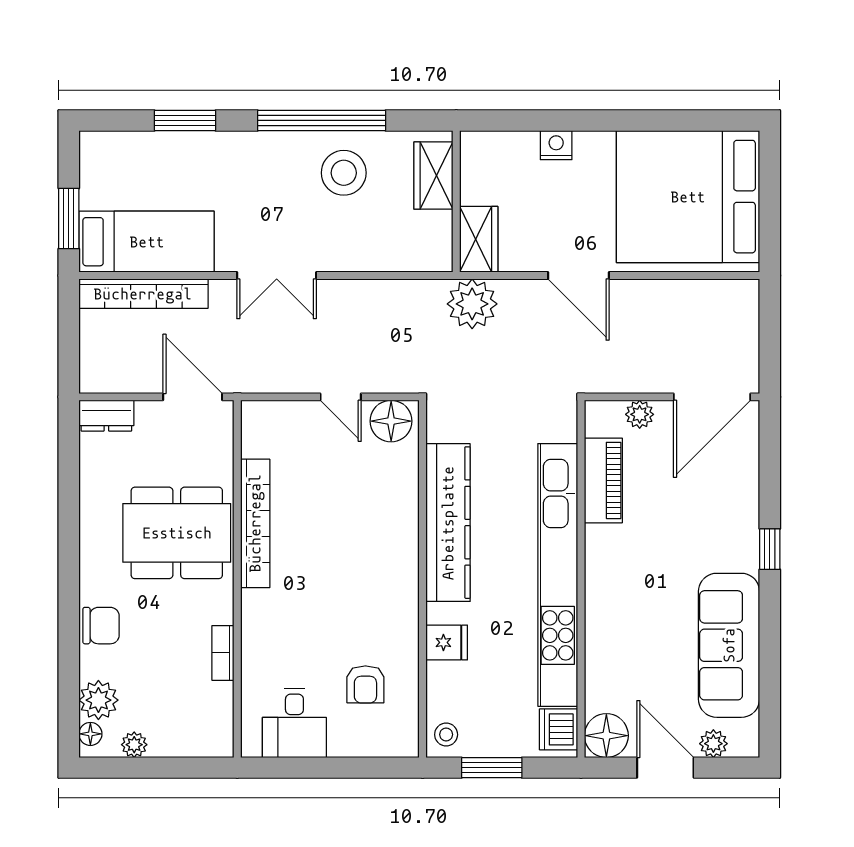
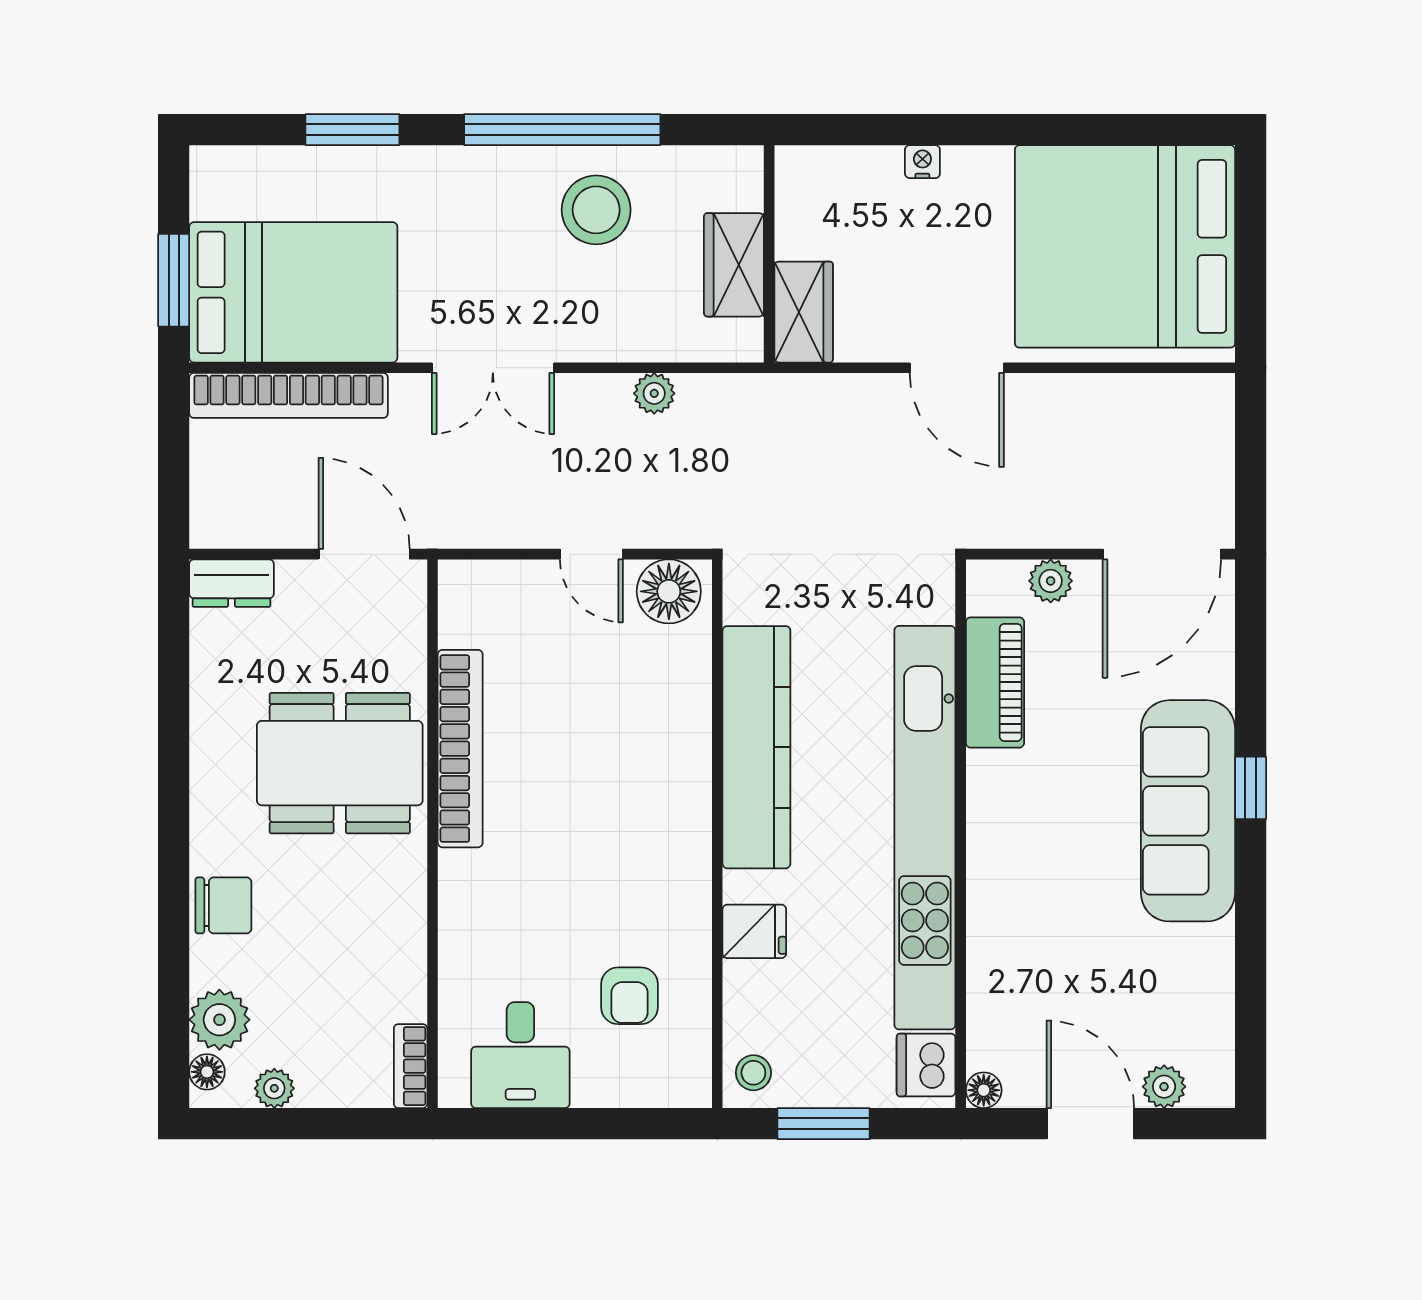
nightstand: (556, 145) -> (922, 162), width x0.72, depth x0.74
wardrobe: (433, 176) -> (734, 265), moved
bed: (147, 242) -> (293, 292), width x1.50
plant: (472, 304) -> (654, 393), moved, width x0.53, depth x0.53
sofa: (729, 645) -> (1188, 811), moved
bookcase: (223, 653) -> (411, 1066), moved
floor lamp: (606, 736) -> (984, 1090), width x0.53, depth x0.53

